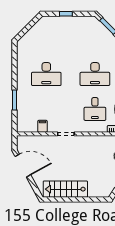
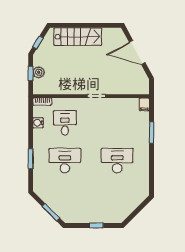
filing cabinet: (42, 126) -> (144, 104), moved
door: (23, 166) -> (137, 52), moved
stairs: (65, 189) -> (78, 37), moved

